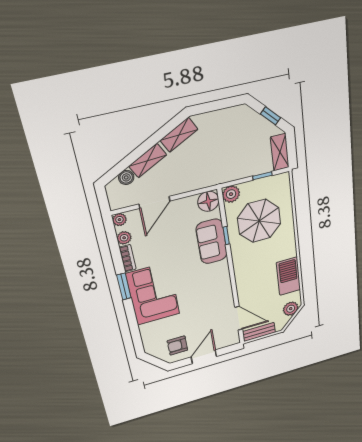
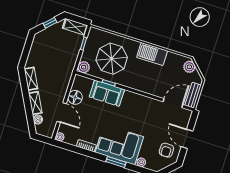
floor lamp: (208, 201) -> (75, 97), moved
plant: (124, 238) -> (141, 162), moved
barbecue: (289, 276) -> (152, 54), moved
window: (124, 286) -> (116, 162), moved

